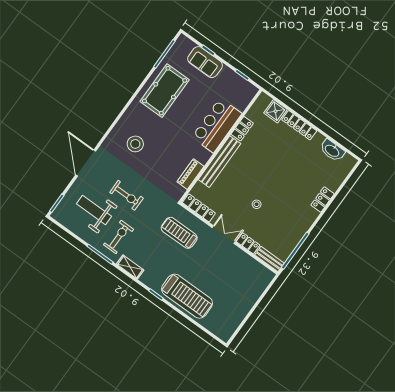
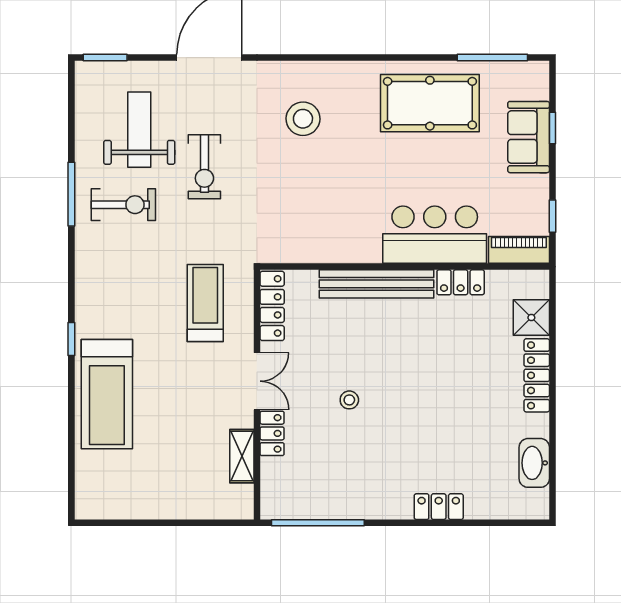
piano: (190, 174) -> (519, 250), moved
bench: (269, 259) -> (272, 489), removed
shelving: (130, 267) -> (242, 456), moved

